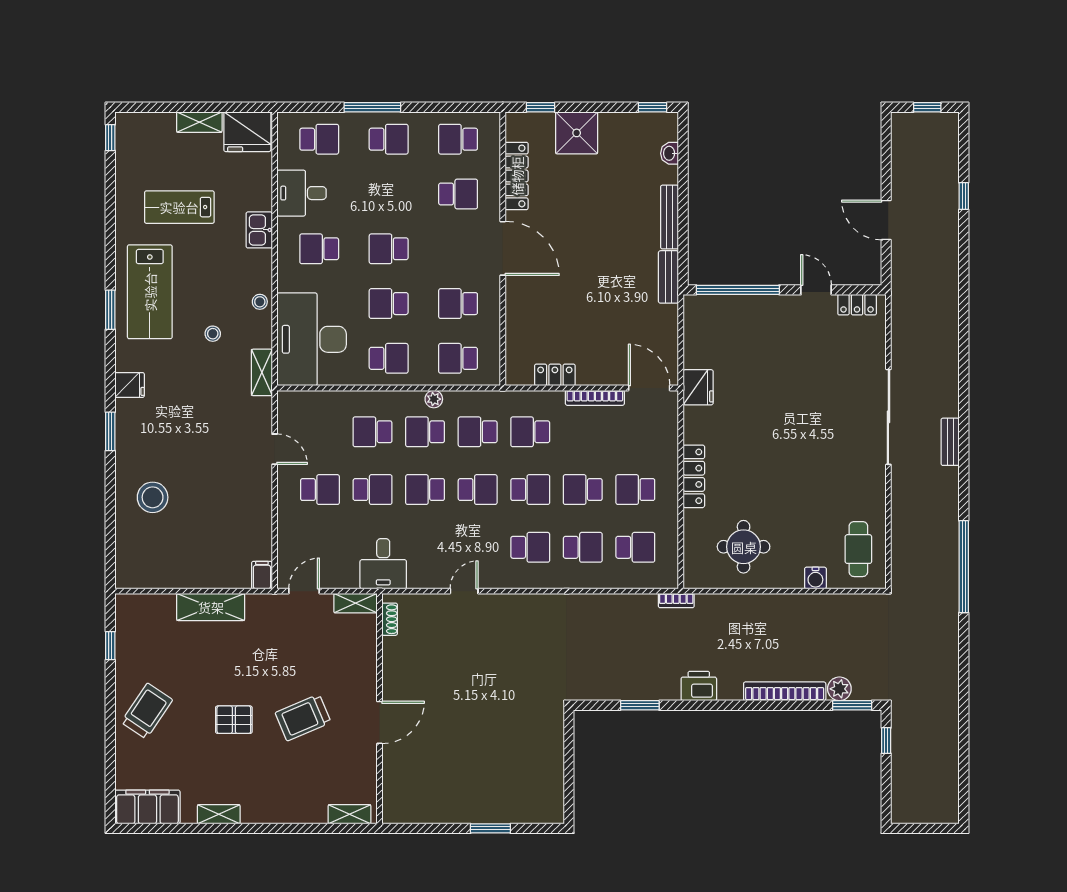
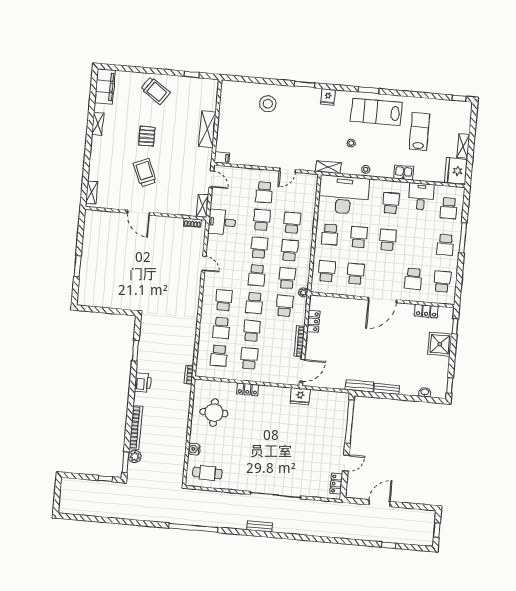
locker: (517, 176) -> (426, 311), width x0.66
bench: (670, 217) -> (387, 389), width x0.73
plant: (434, 399) -> (303, 292), moved
locker: (694, 476) -> (248, 389), width x0.66
school desk: (373, 490) -> (262, 220), turned 180
school desk: (530, 547) -> (224, 300), turned 180

